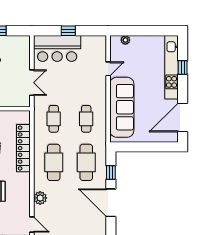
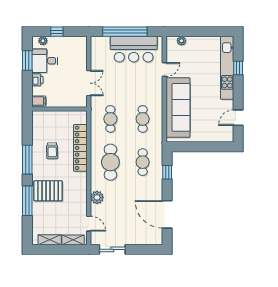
window: (68, 31) -> (125, 32), width x3.17
bar counter: (57, 48) -> (134, 49), moved
door: (183, 117) -> (238, 118), width x0.53
cafe table: (86, 162) -> (143, 162), width x0.73, depth x0.74
door: (111, 203) -> (167, 214), moved

